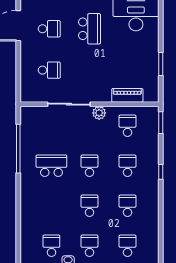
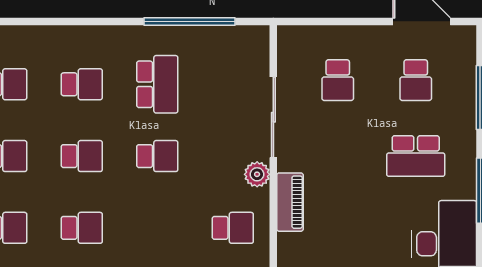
piano: (127, 95) -> (290, 202), moved
school desk: (128, 166) -> (82, 84), moved

